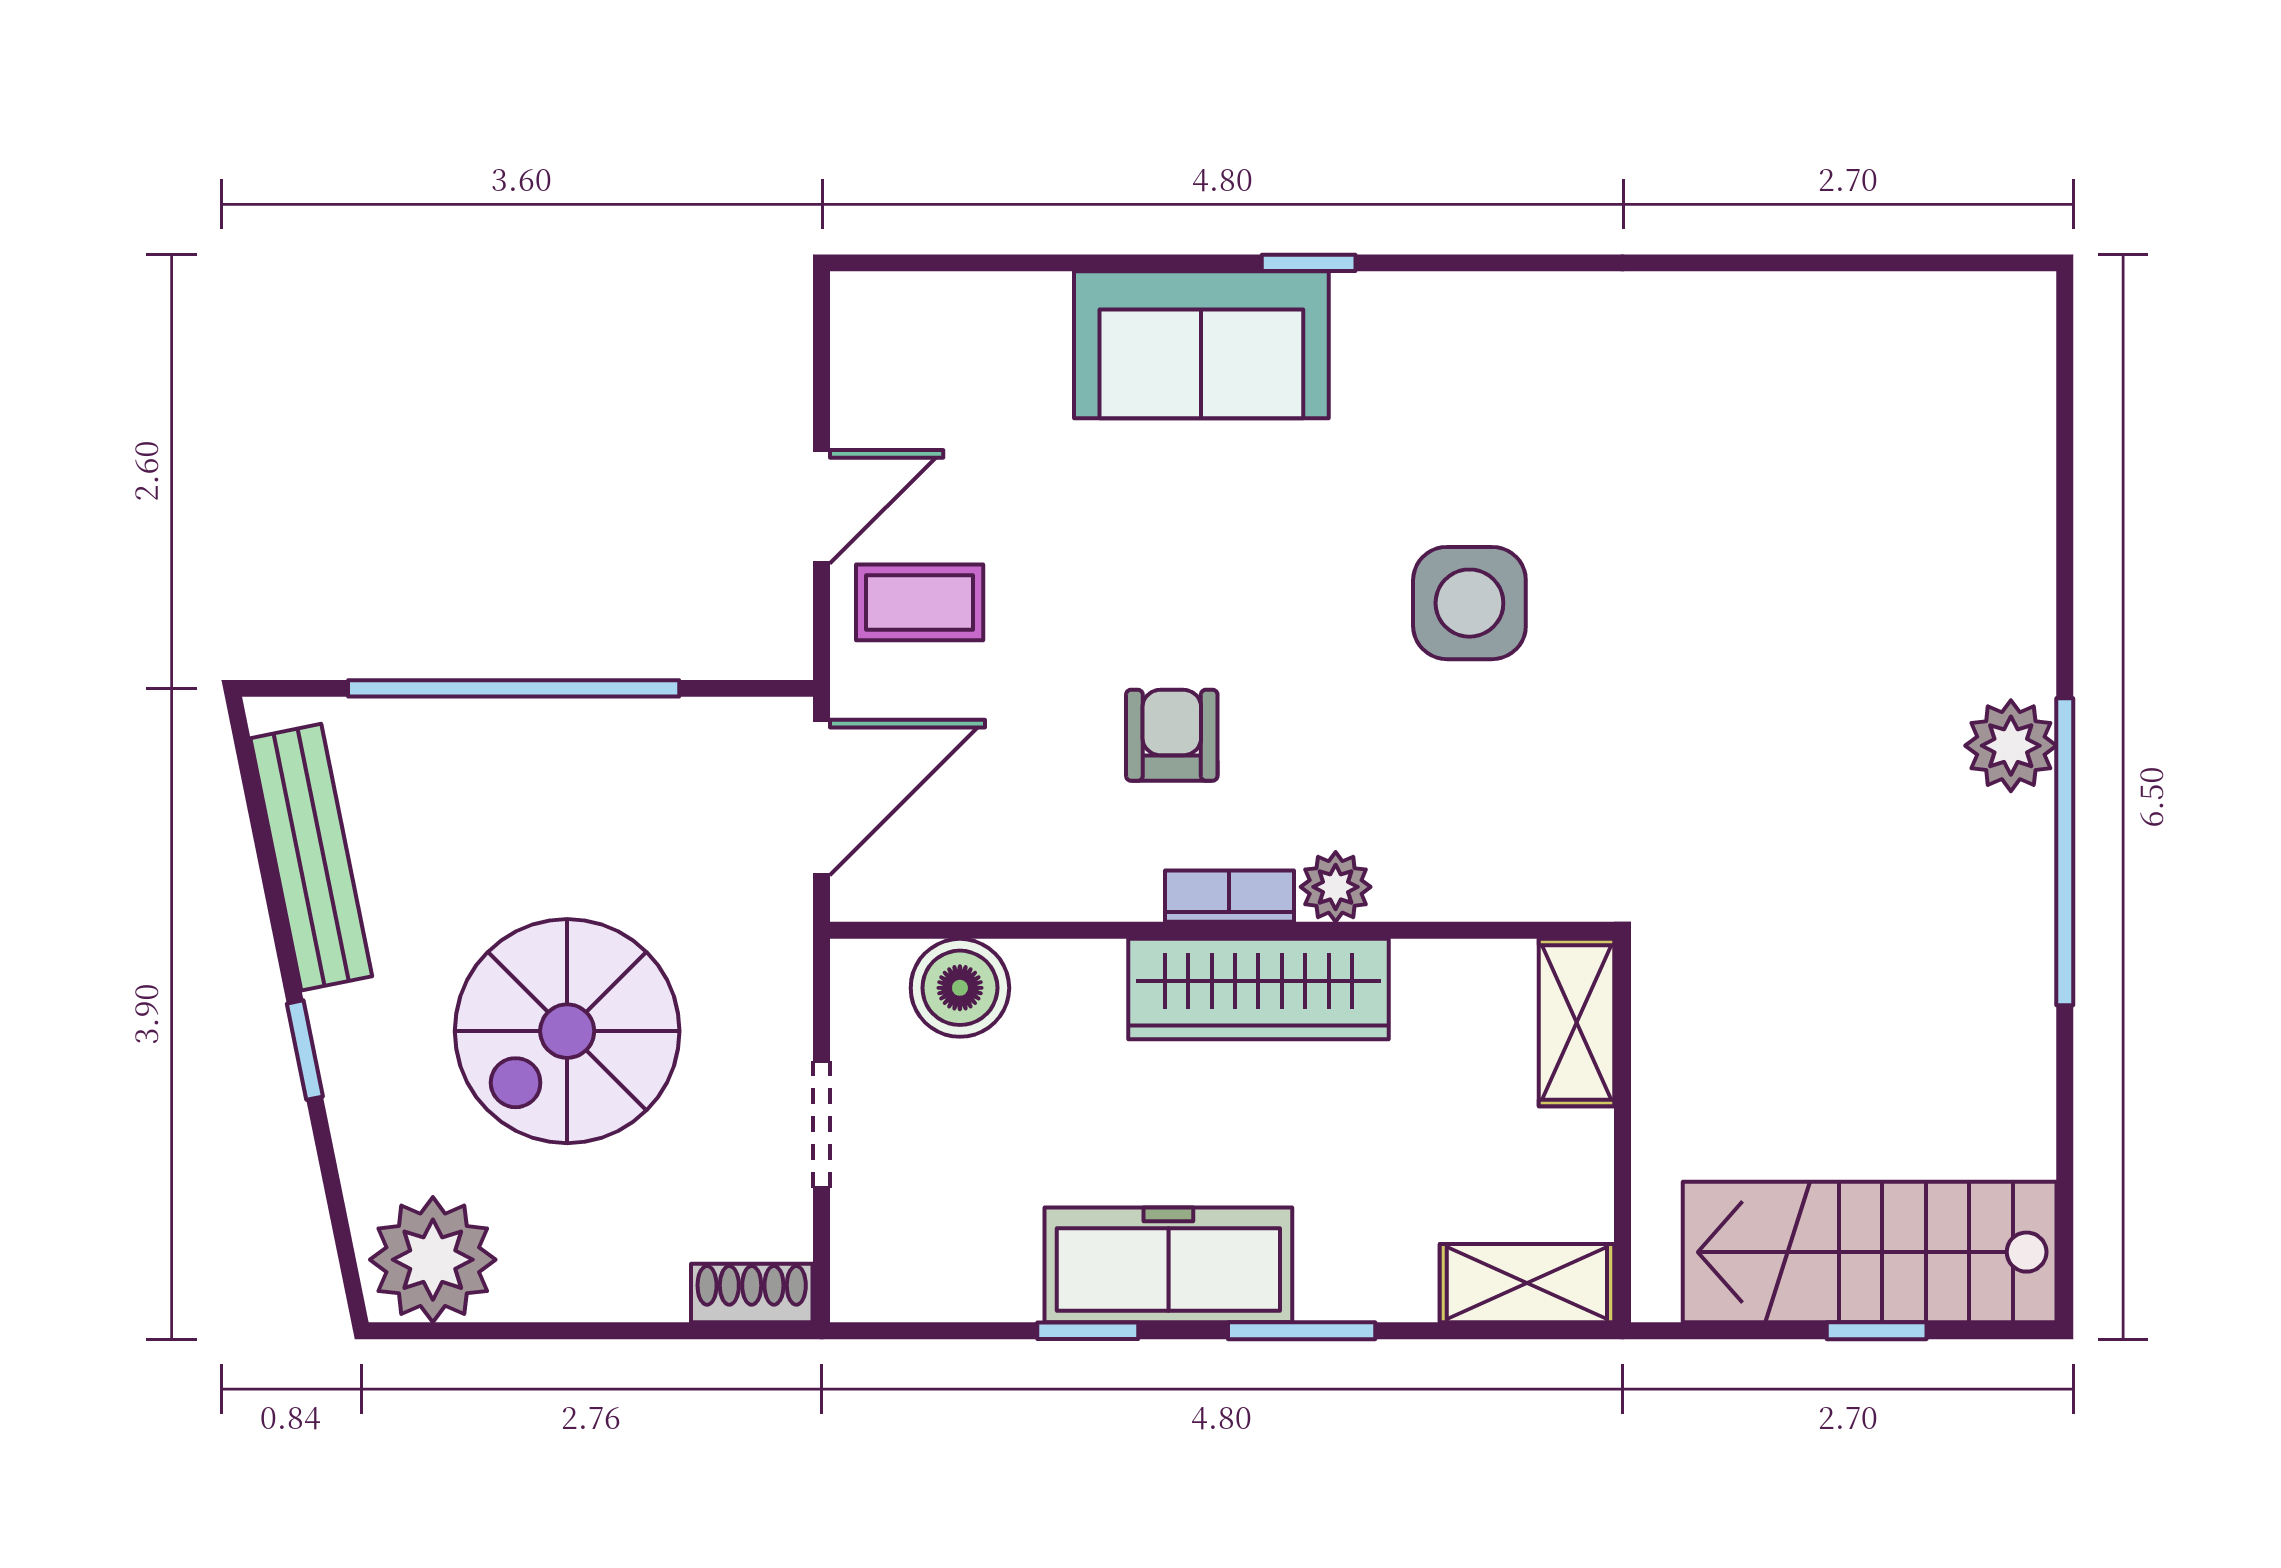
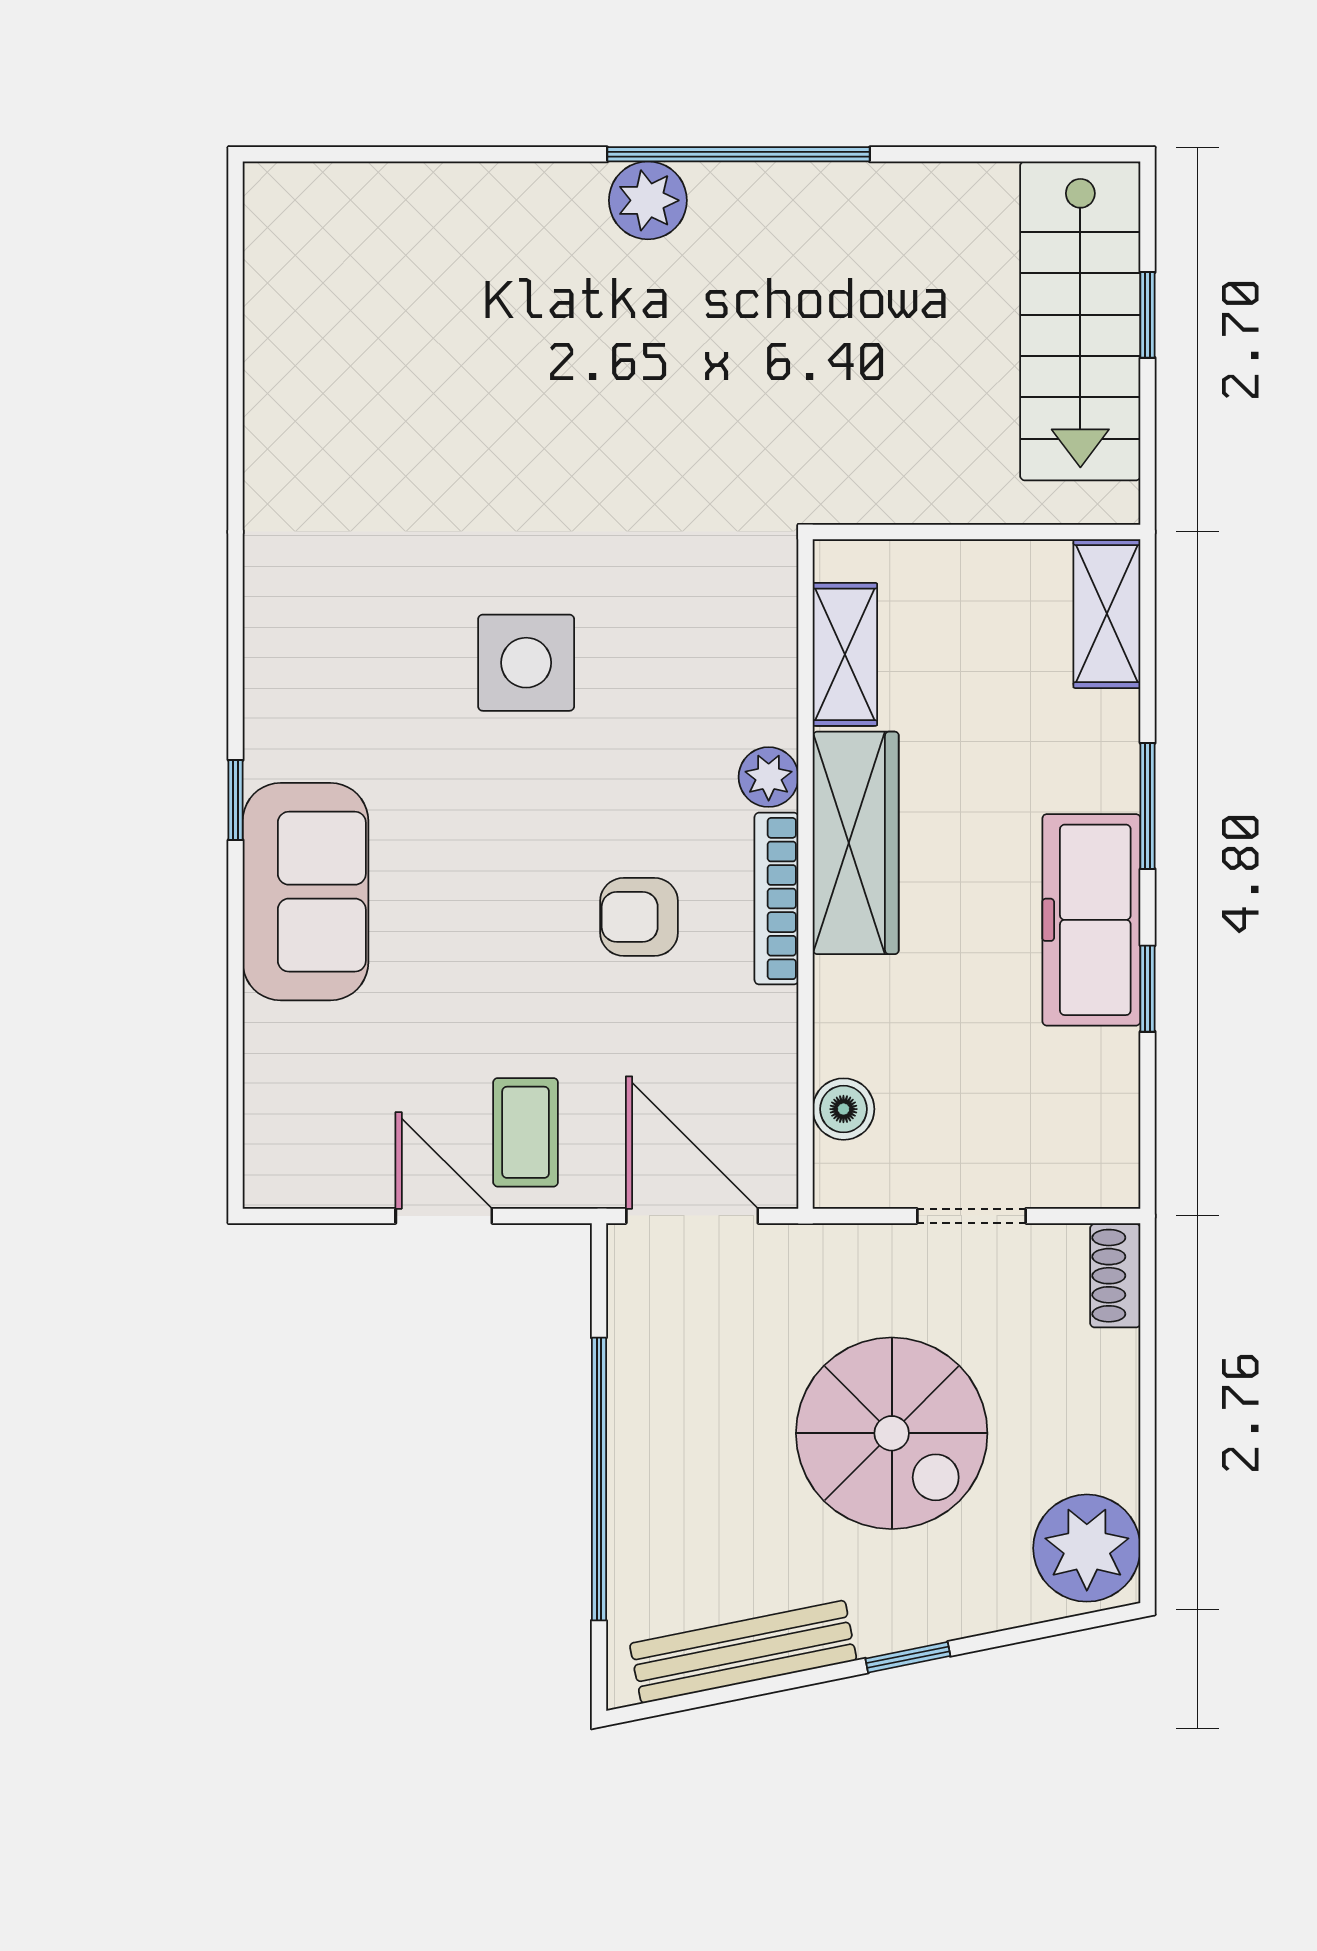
bookcase: (1229, 896) -> (776, 899), width x1.56
boiler: (960, 988) -> (843, 1109), width x0.73, depth x0.73
shelving: (1577, 1022) -> (845, 654), moved, turned 90

